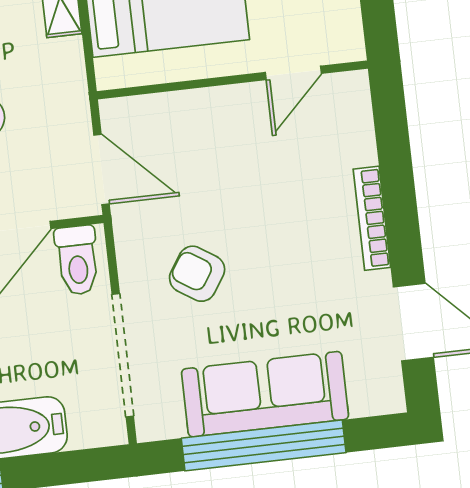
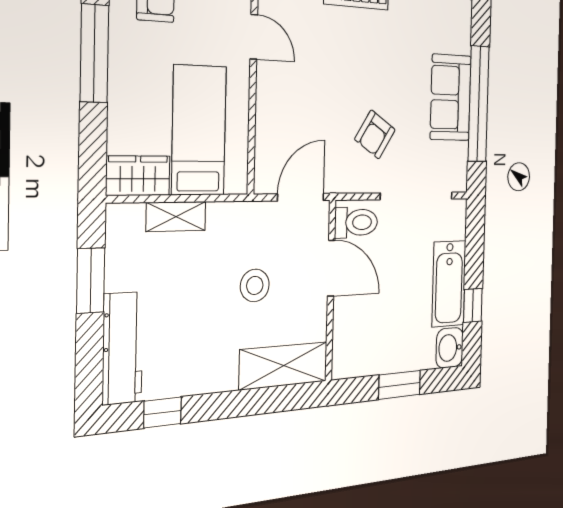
sofa: (265, 394) -> (451, 98), width x0.73

